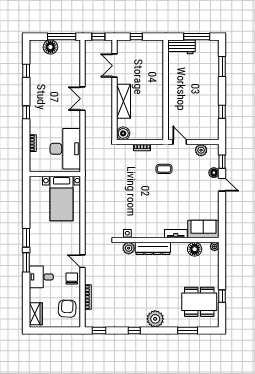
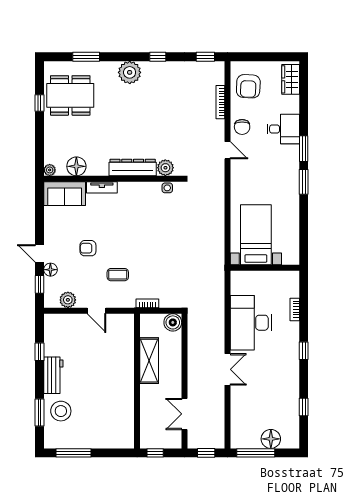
workbench: (181, 47) -> (53, 375), moved, turned 90
double door: (115, 66) -> (184, 414), swing flipped
stool: (206, 68) -> (61, 411), added
wall: (166, 90) -> (137, 381), moved
shelving: (123, 101) -> (149, 361), moved
desk: (65, 149) -> (251, 323), moved
armchair: (186, 188) -> (88, 248), added

